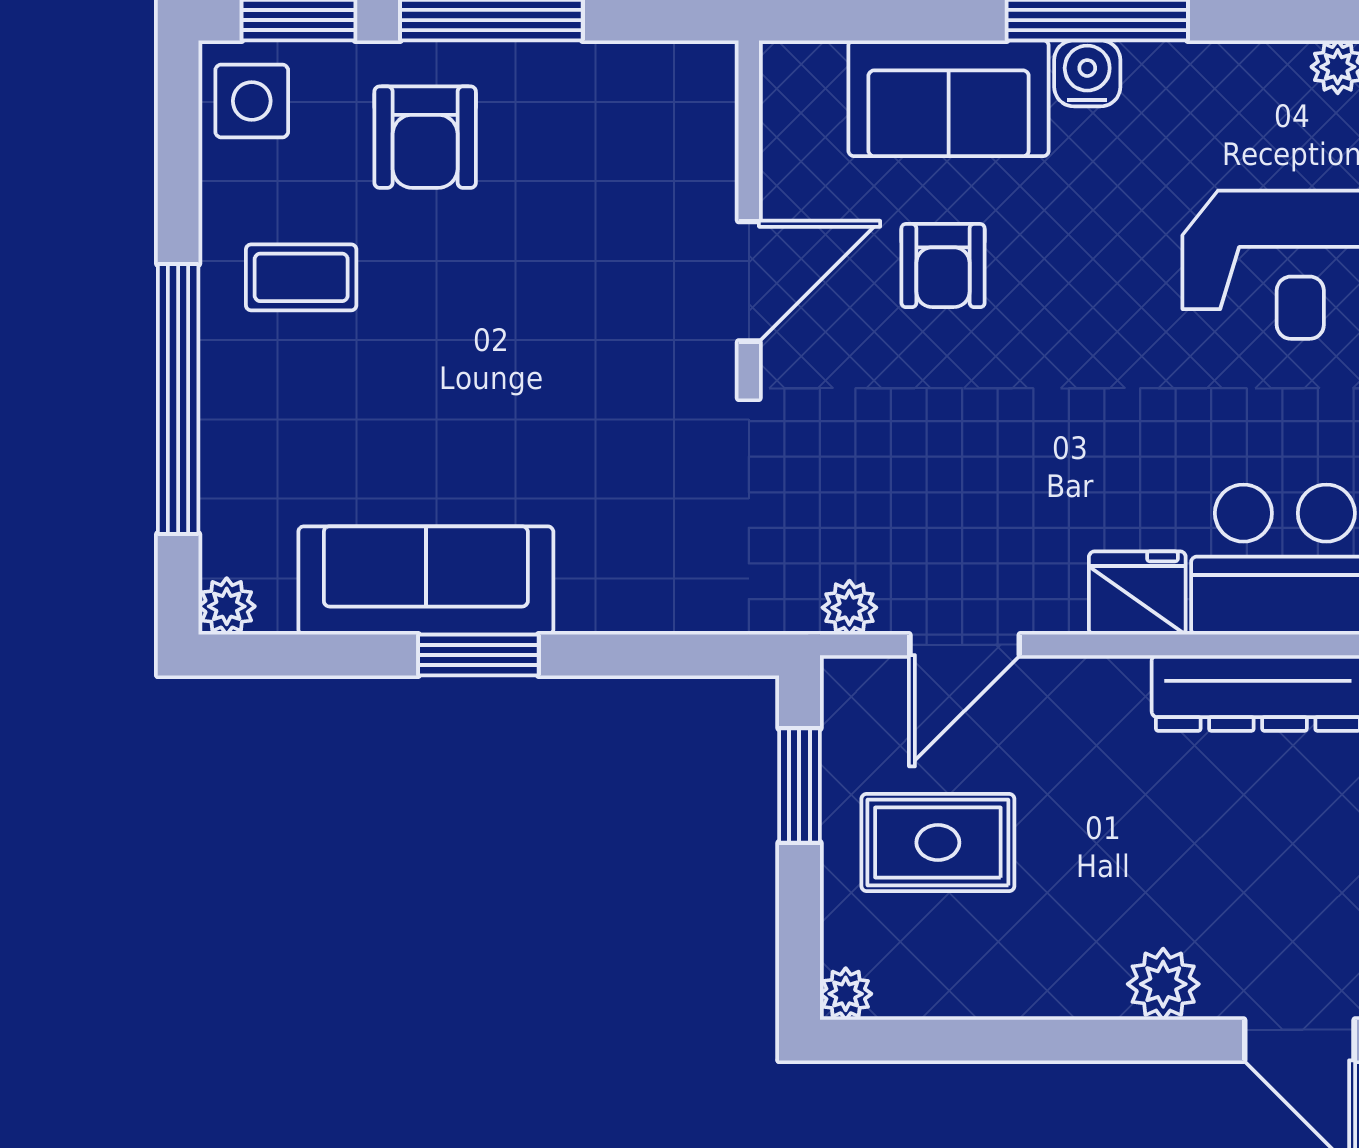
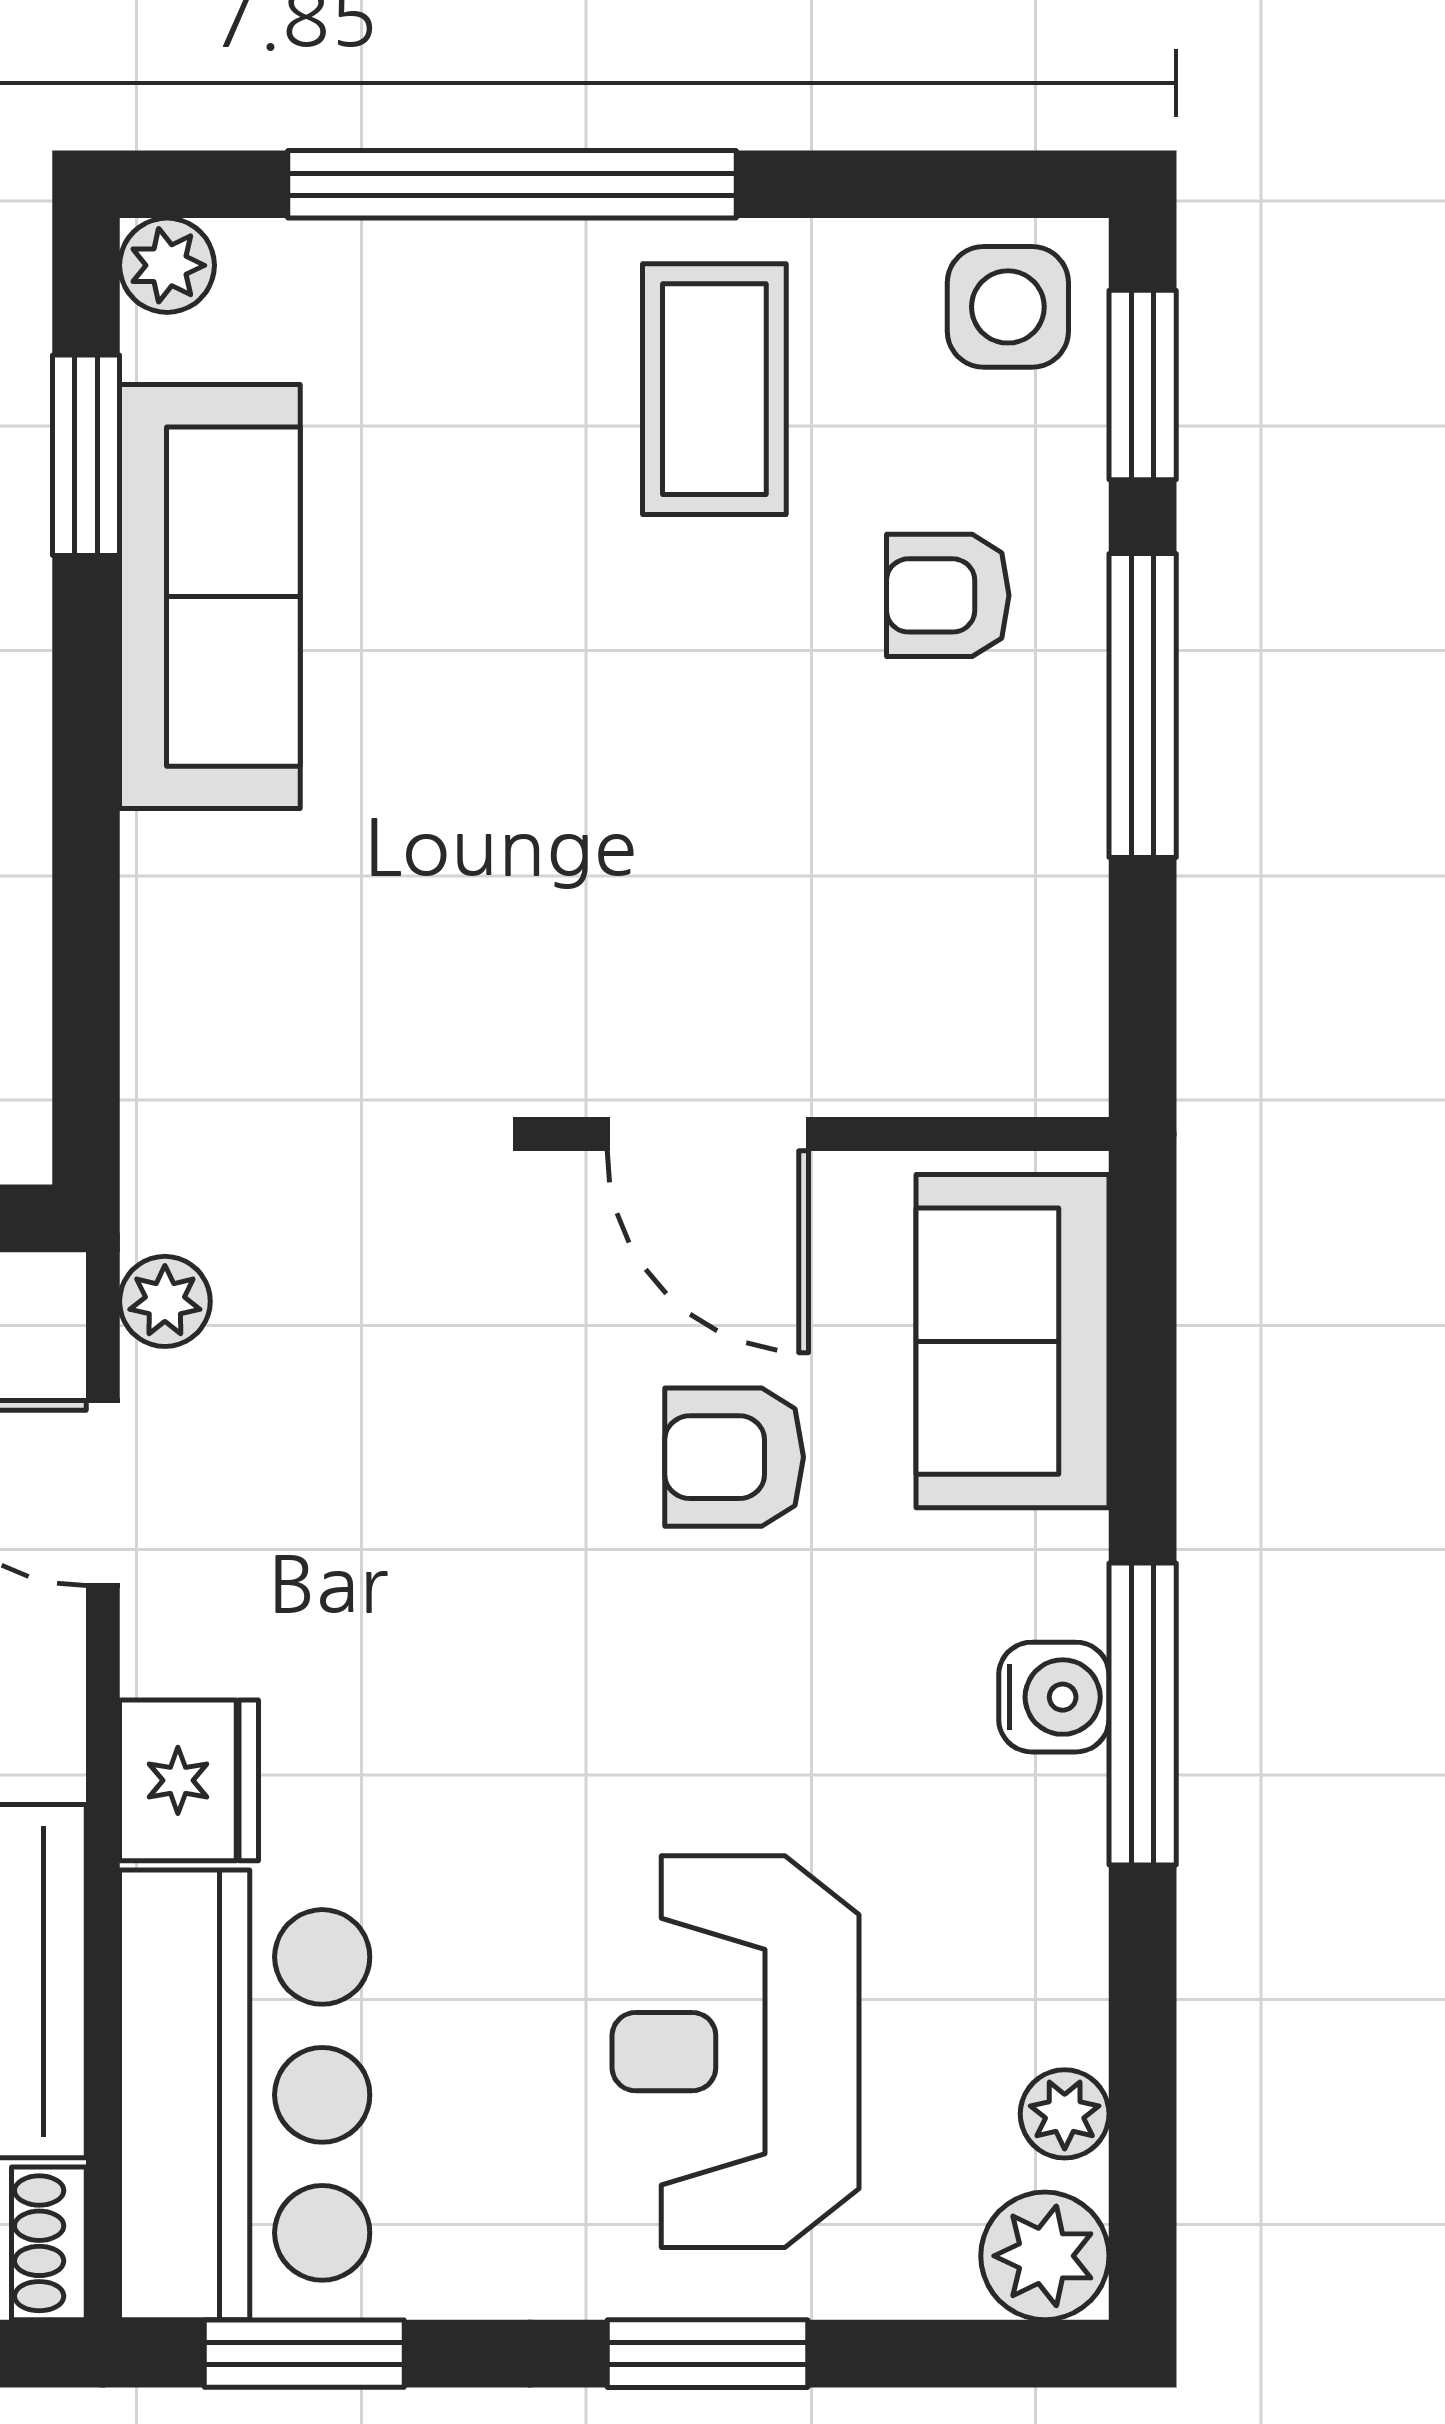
sofa: (949, 98) -> (1012, 1341), moved
armchair: (425, 137) -> (948, 595), width x0.72, depth x0.72
coffee table: (301, 277) -> (714, 389), width x1.36, depth x1.30
window: (478, 655) -> (86, 455), moved

